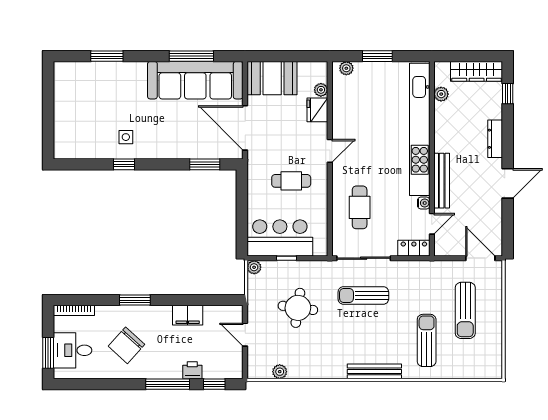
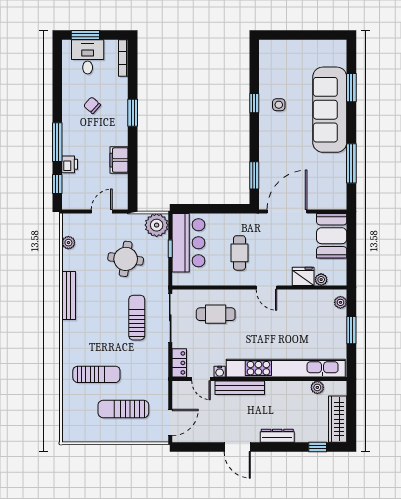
sofa: (195, 80) -> (330, 110), moved
plant: (254, 267) -> (157, 225), width x1.87, depth x1.87
chair: (126, 345) -> (92, 105), width x0.54, depth x0.54
bench: (374, 371) -> (69, 296), moved

